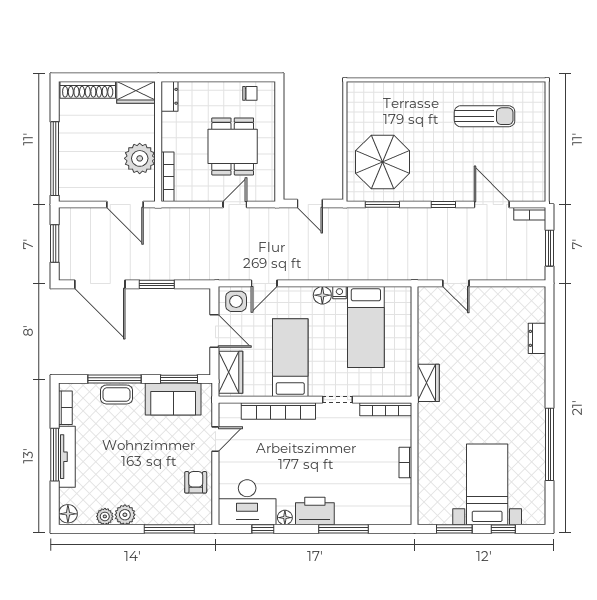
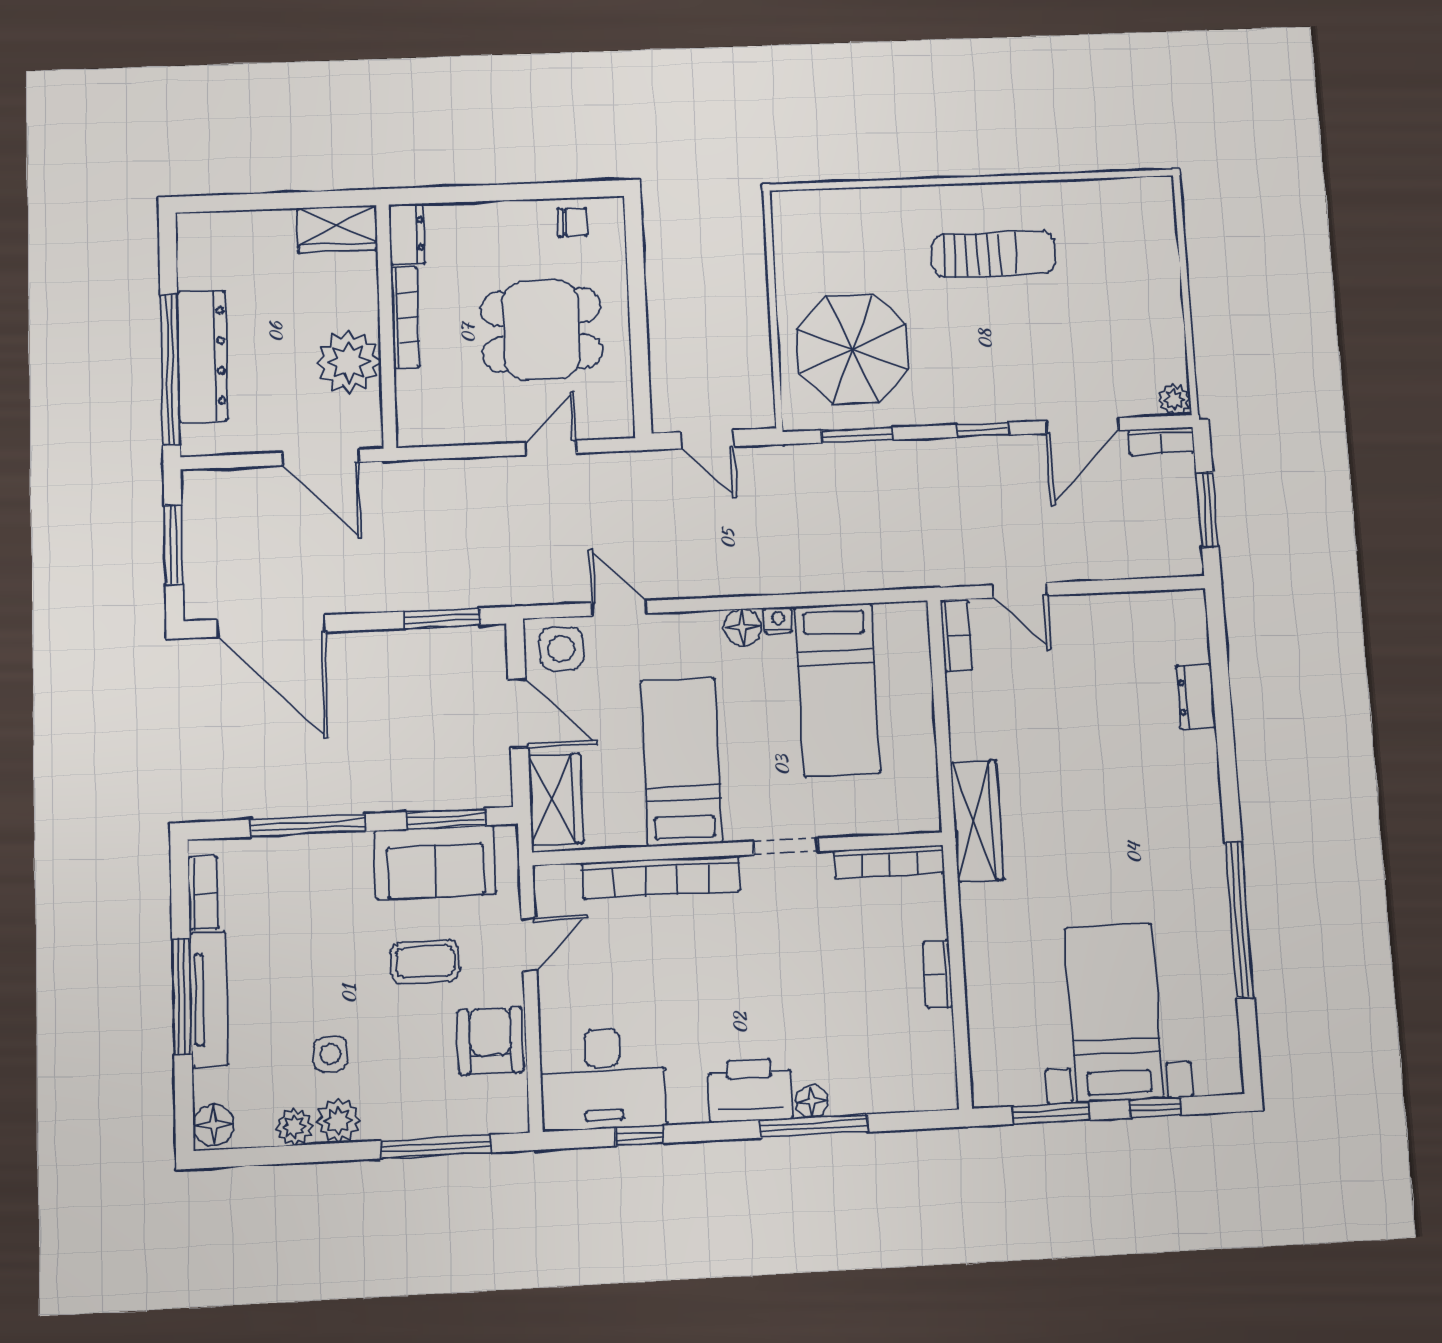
shoe rack: (88, 90) -> (237, 227), removed
sun lounger: (485, 116) -> (994, 254), moved
dining table: (233, 146) -> (542, 330), turned 90
dresser: (70, 153) -> (202, 356), added
bookcase: (167, 177) -> (405, 318), moved
plant: (538, 194) -> (1174, 400), added
door: (492, 204) -> (1082, 426), swing flipped
door: (264, 283) -> (619, 608), swing flipped
window: (157, 284) -> (442, 618), moved
bookcase: (424, 304) -> (956, 636), added
wardrobe: (428, 383) -> (977, 821), width x1.50
coffee table: (116, 394) -> (425, 962), moved
armchair: (196, 482) -> (490, 1041), width x1.38, depth x1.38
side table: (122, 484) -> (330, 1054), added
floor lamp: (285, 518) -> (812, 1101), moved

